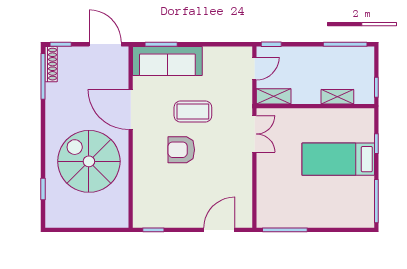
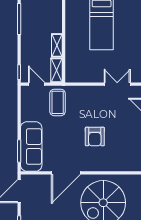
shelving: (337, 97) -> (57, 45), moved
coffee table: (193, 111) -> (58, 102), moved
double door: (254, 134) -> (117, 84), moved

